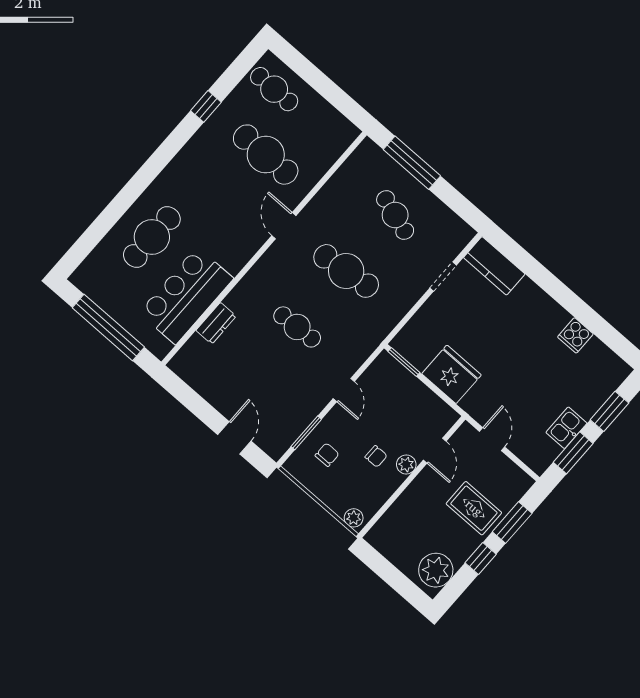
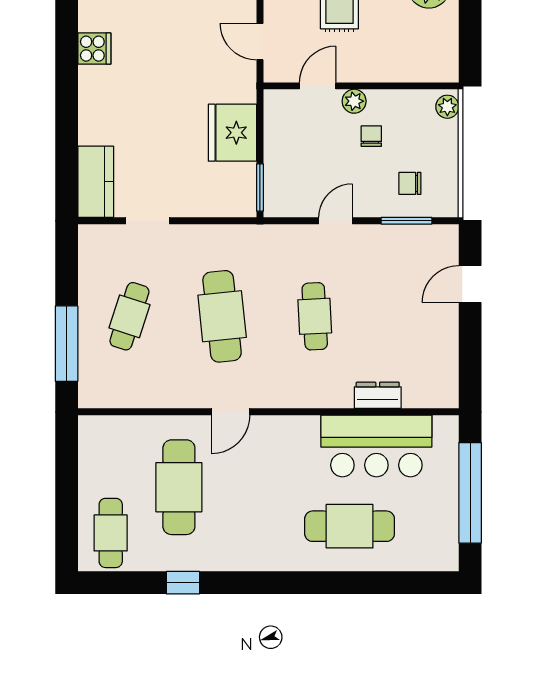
door: (492, 439) -> (260, 42), hinge flipped

